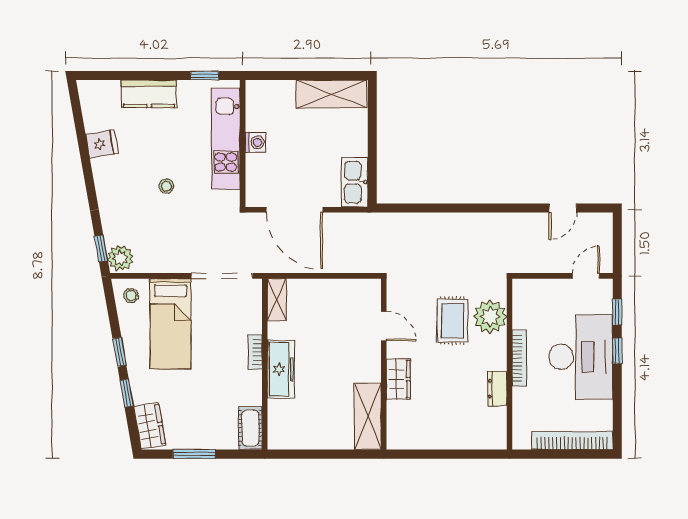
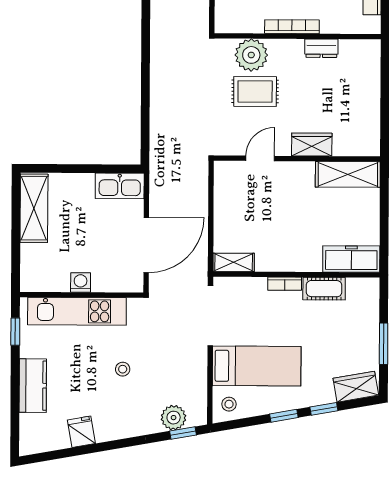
plant: (120, 258) -> (174, 418), moved
freezer: (281, 369) -> (351, 259), moved
cot: (250, 428) -> (324, 289), moved

